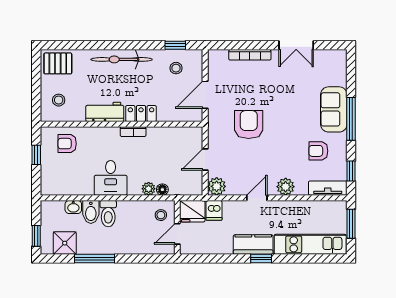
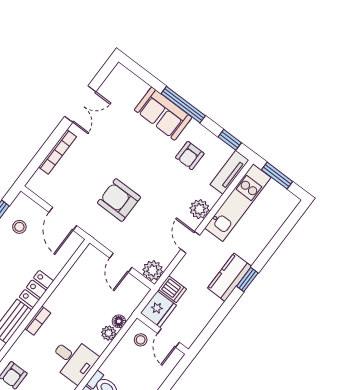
bookcase: (133, 132) -> (38, 321), moved
kitchen unit: (310, 244) -> (238, 203), moved, turned 180

